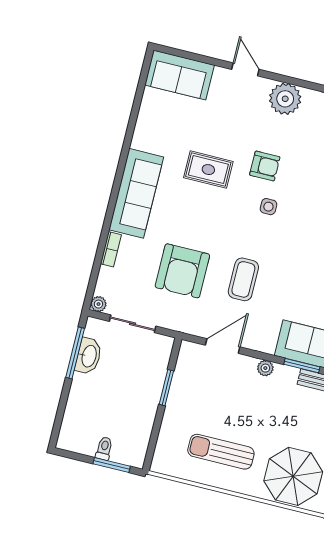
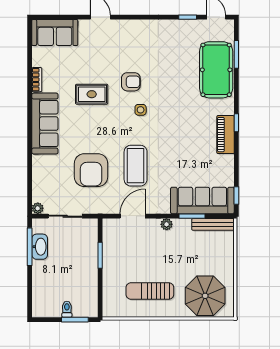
plant: (285, 99) -> (134, 31), removed
bookcase: (111, 249) -> (37, 80), moved
coffee table: (243, 279) -> (136, 166), width x1.36, depth x1.32

